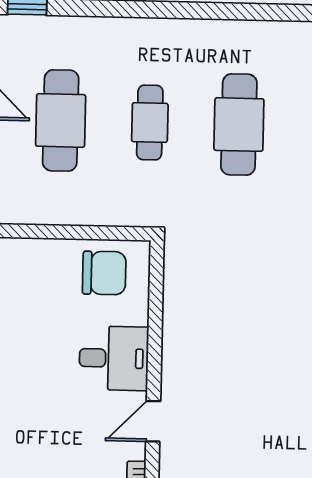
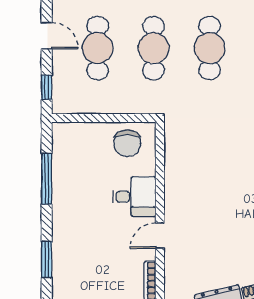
cafe table: (150, 122) -> (154, 48), width x1.37, depth x1.35
chair: (104, 273) -> (127, 143), turned 90

